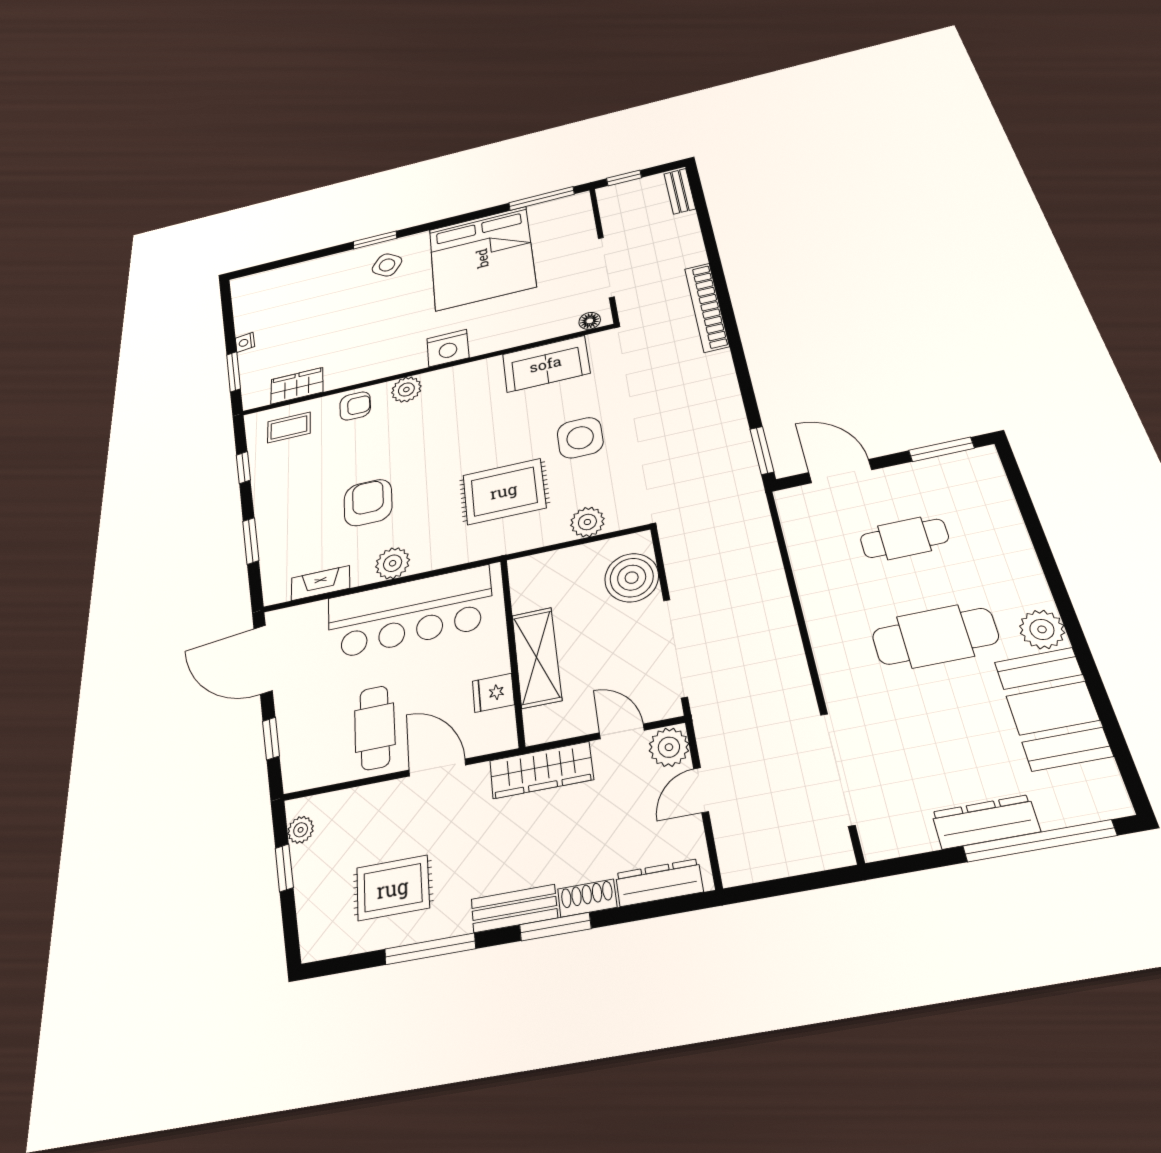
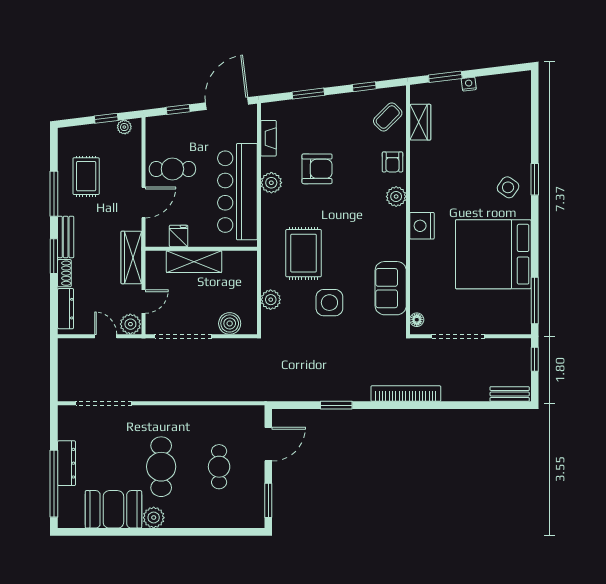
coffee table: (289, 427) -> (388, 117), turned 45
window: (762, 450) -> (336, 405), moved
boiler: (632, 578) -> (230, 323), width x0.73, depth x0.73

